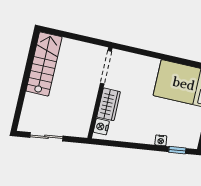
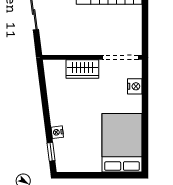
nightstand: (101, 127) -> (135, 86), moved, turned 90

